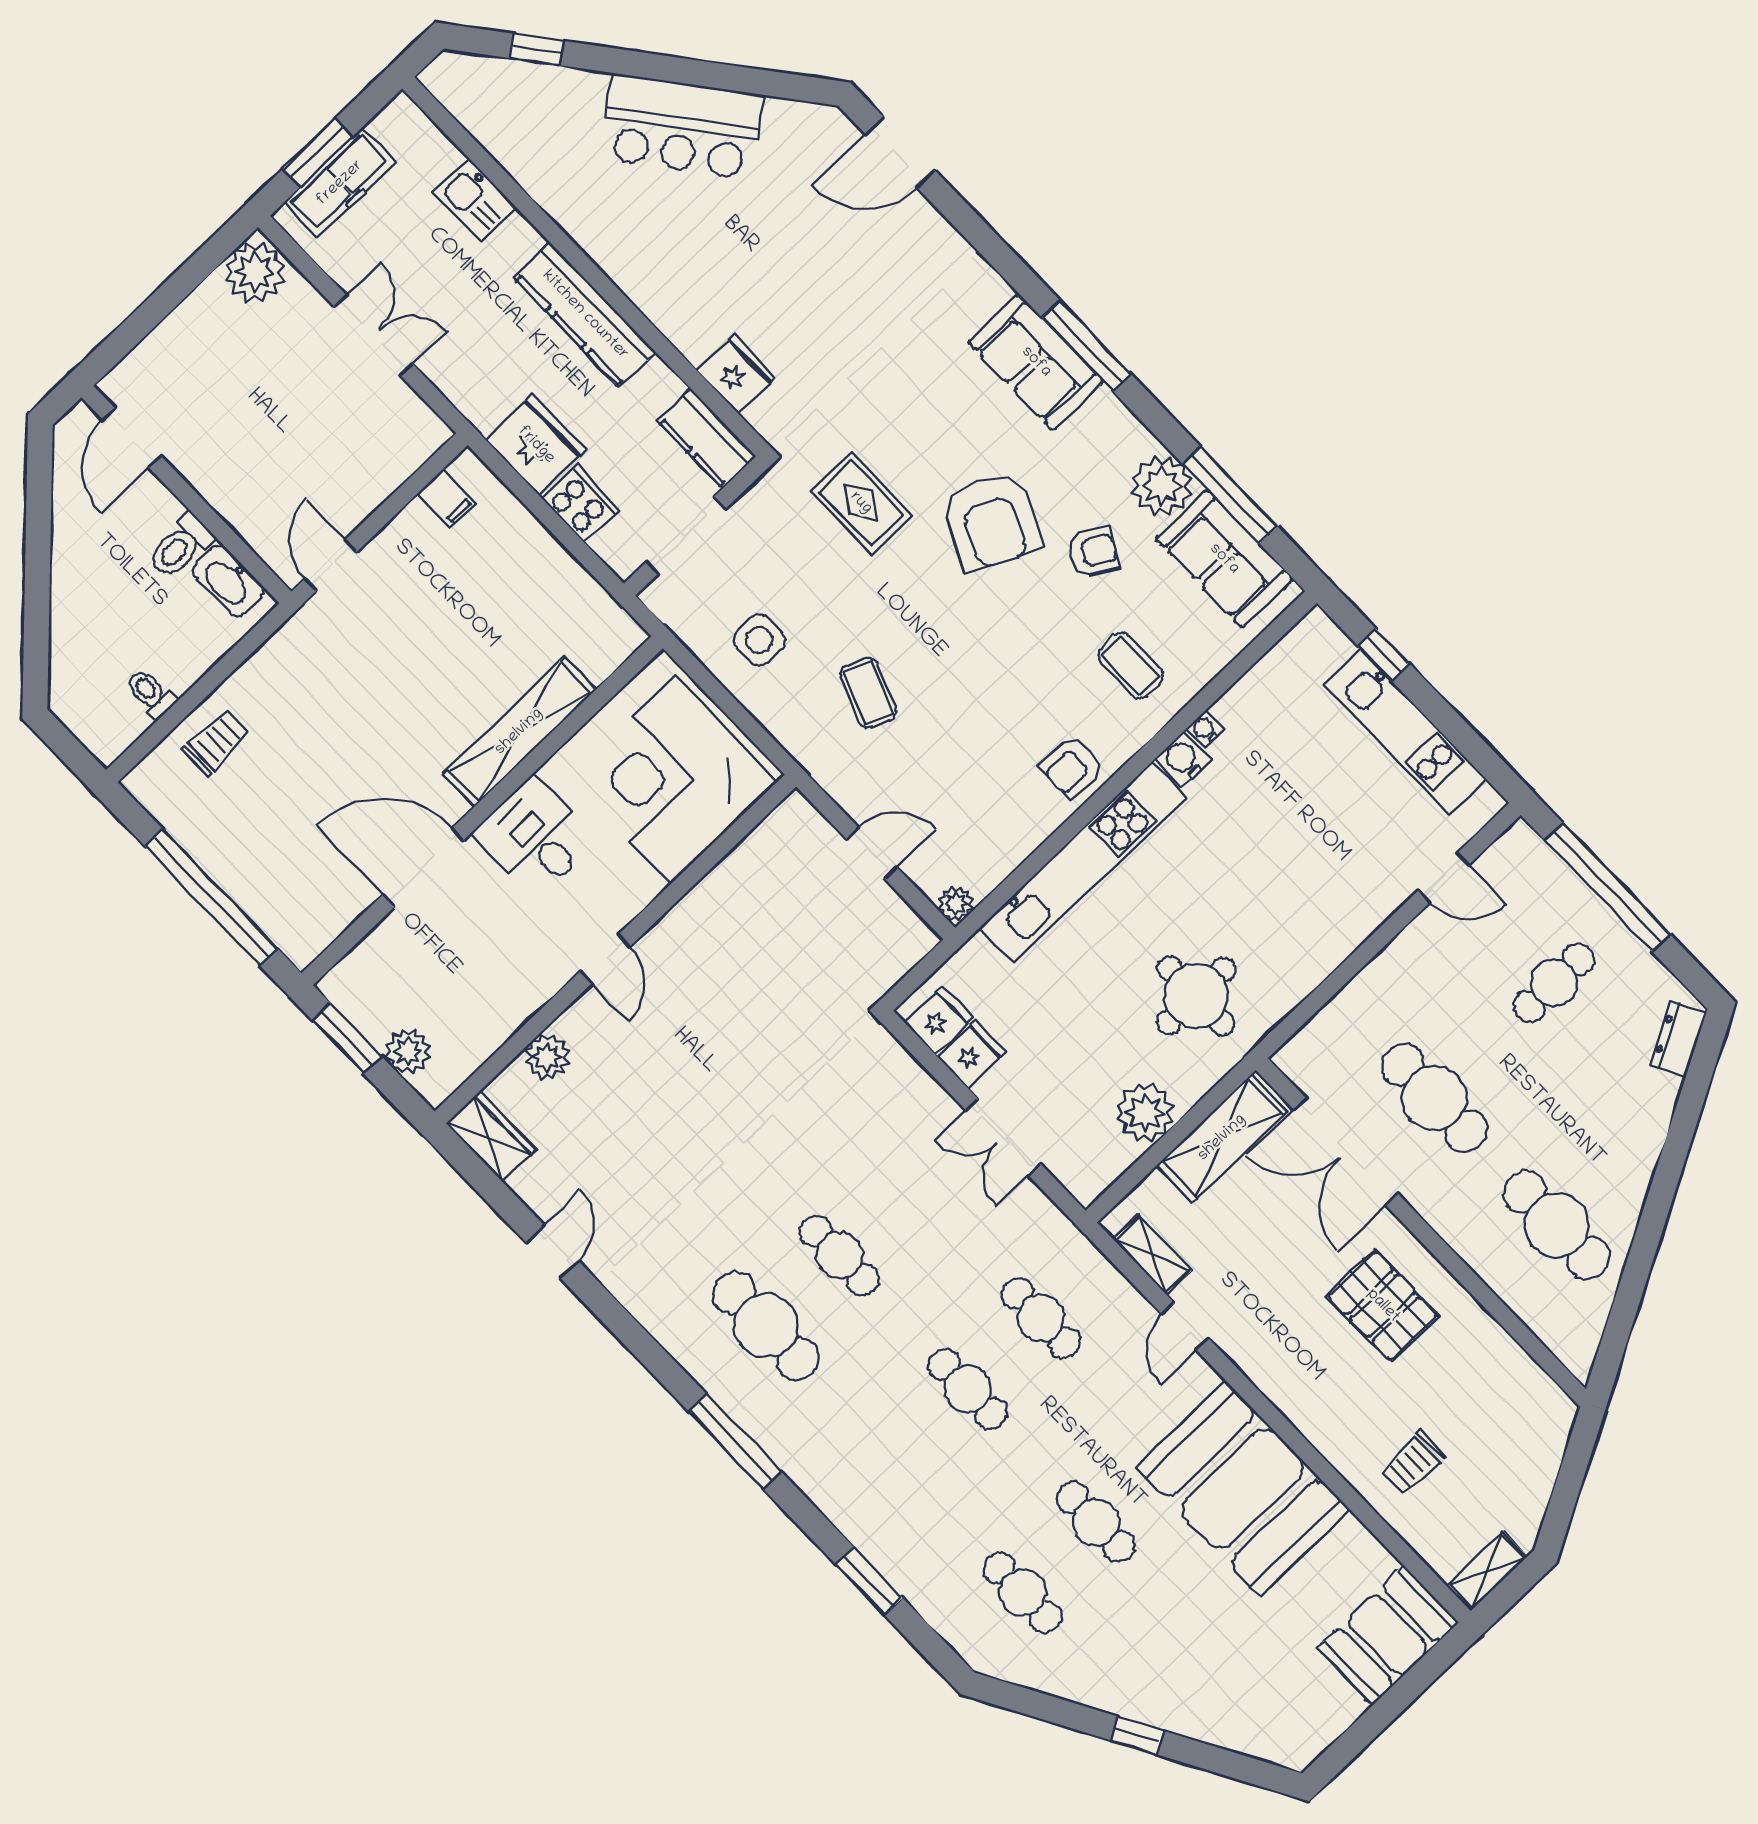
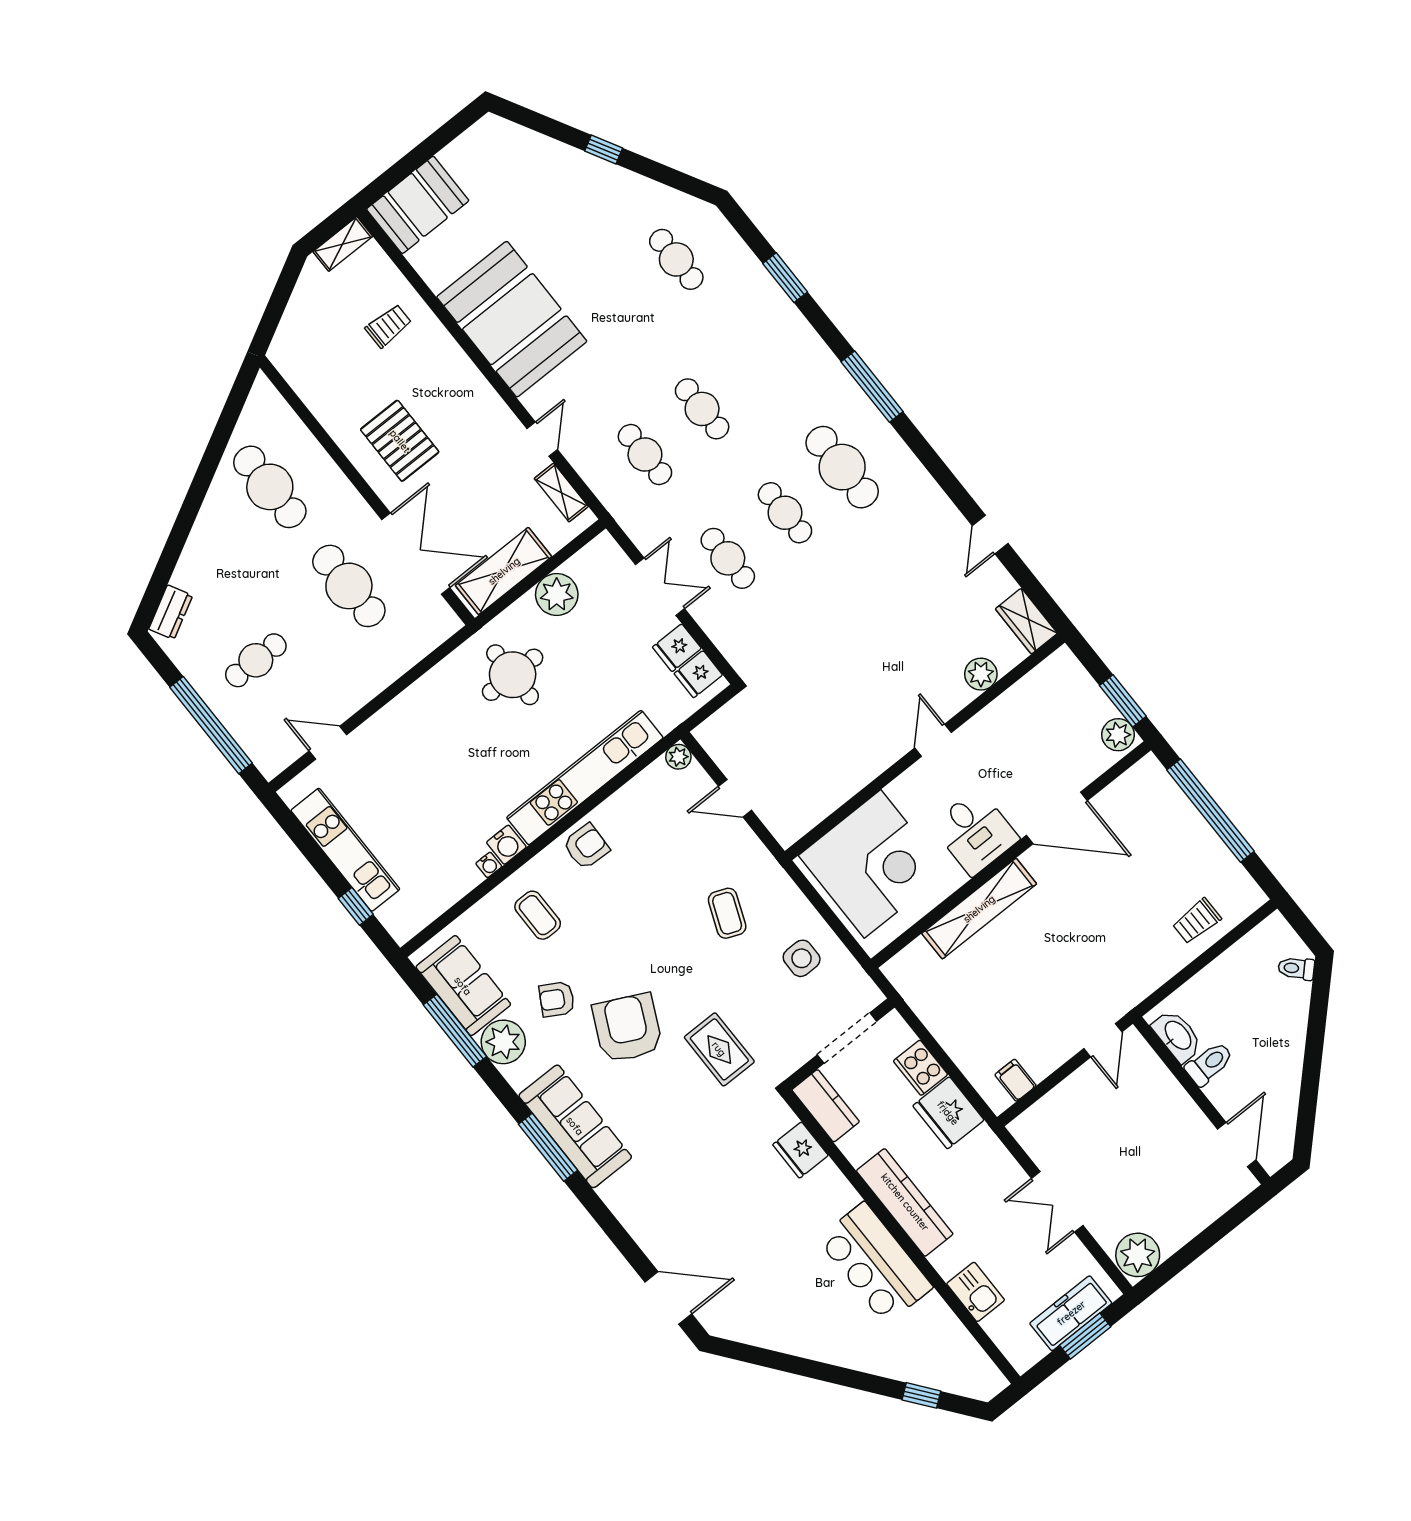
bar counter: (682, 126) -> (875, 1263), moved, turned -142
sofa: (1036, 362) -> (575, 1126), width x1.36
toilet: (151, 693) -> (1296, 968), moved, turned 135
plant: (408, 1052) -> (1118, 735), moved
cafe table: (1096, 1522) -> (728, 558), moved

